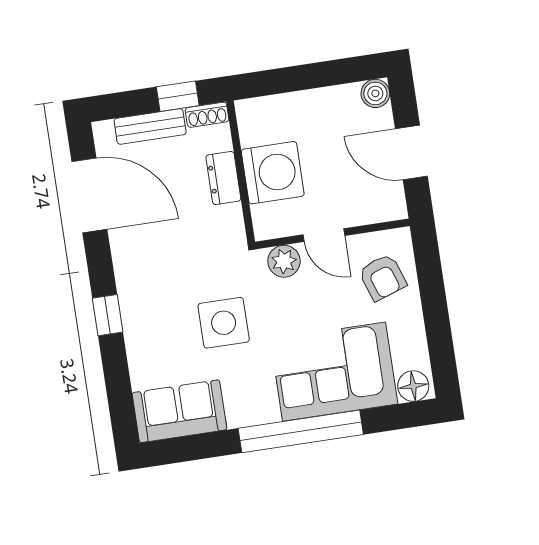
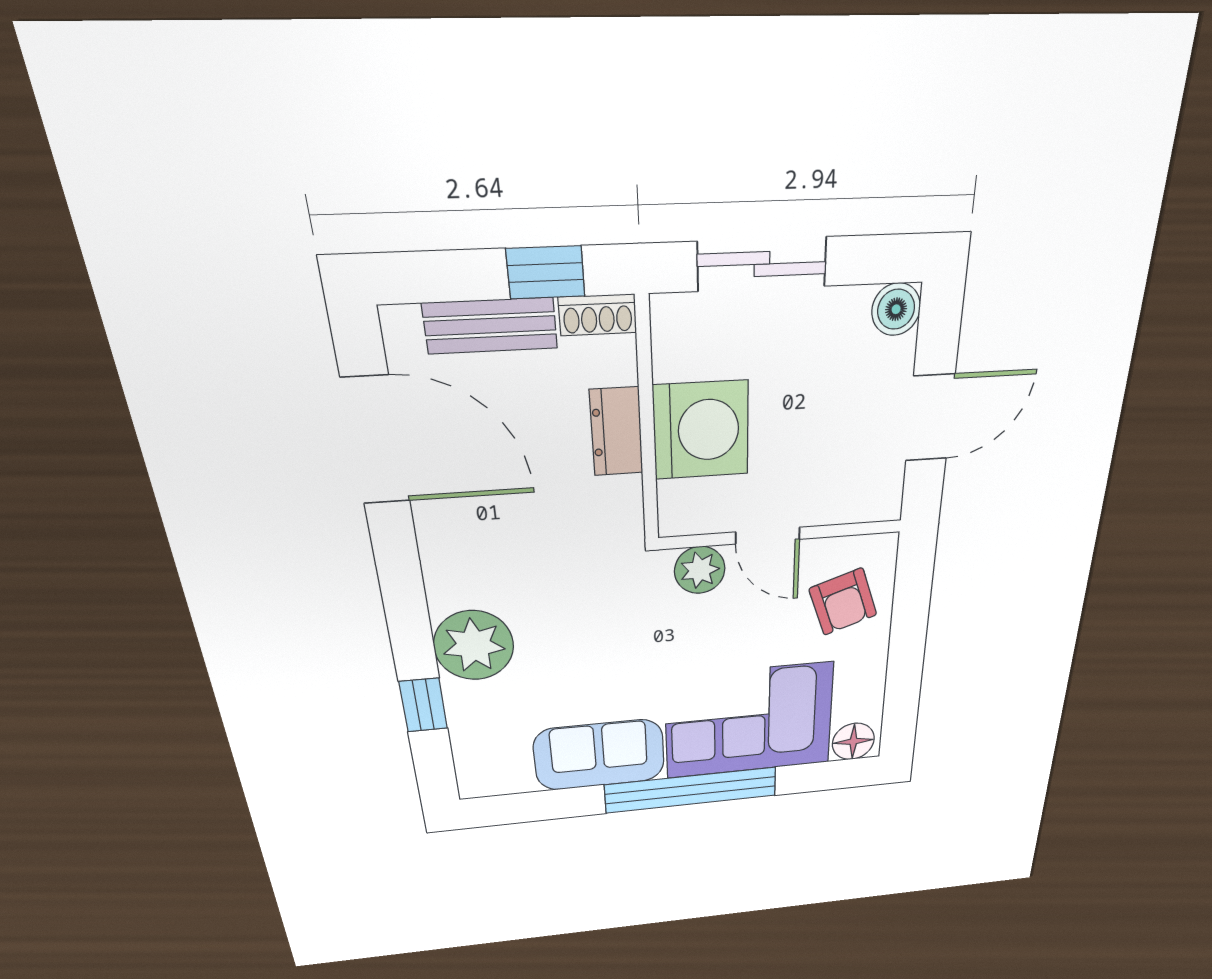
sliding door: (294, 79) -> (762, 264), added
door: (411, 153) -> (930, 418), swing flipped
window: (108, 315) -> (423, 705), moved
plant: (146, 322) -> (474, 645), added
side table: (224, 323) -> (596, 652), removed
sofa: (179, 411) -> (599, 755), moved

